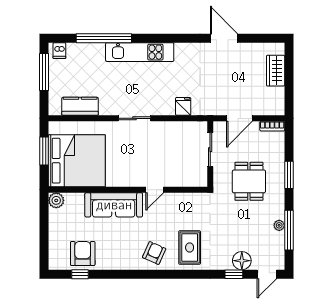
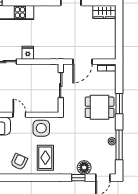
wardrobe: (276, 71) -> (104, 12), moved, turned -90
fridge: (183, 106) -> (28, 53), moved
dining table: (249, 181) -> (100, 107), moved, turned 90
door: (155, 190) -> (19, 115), swing flipped
side table: (184, 208) -> (41, 128), added

